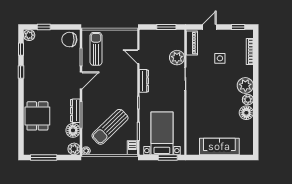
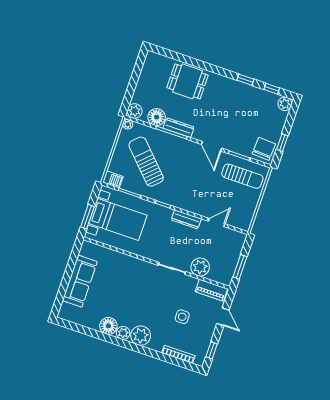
window: (44, 27) -> (282, 143), moved
window: (44, 157) -> (137, 72), removed

